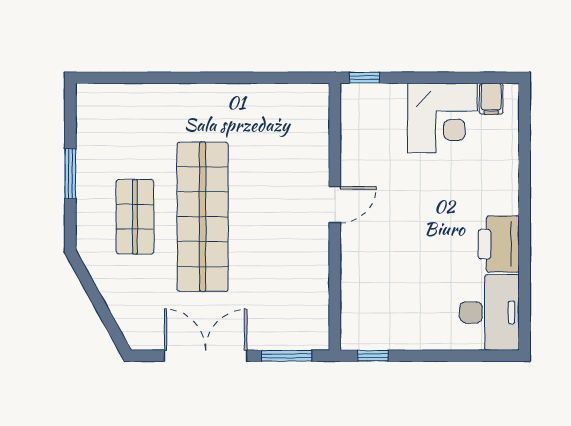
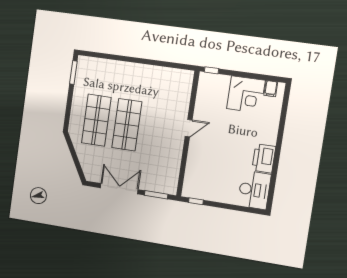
window: (70, 174) -> (73, 73), moved
shop shelf: (135, 217) -> (96, 120), width x1.43, depth x1.36
shop shelf: (203, 217) -> (127, 125), width x0.71

